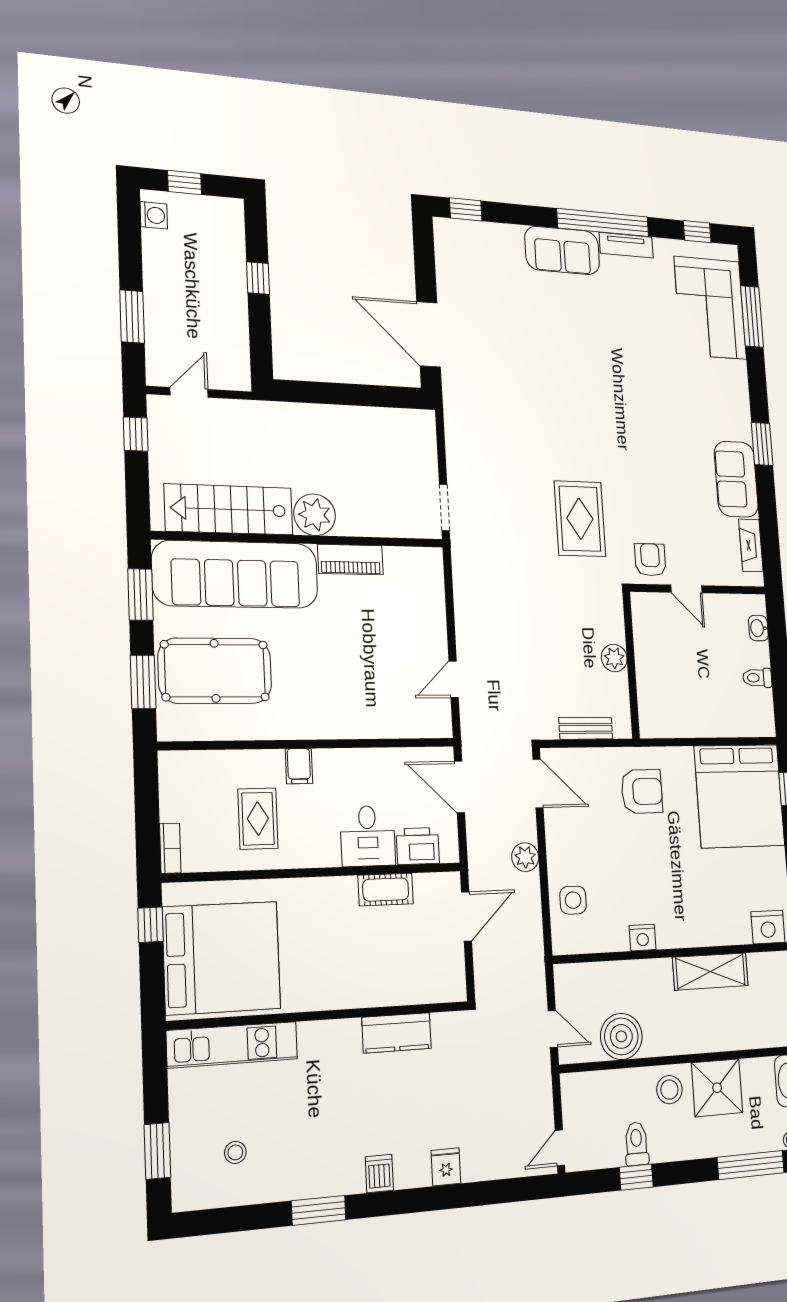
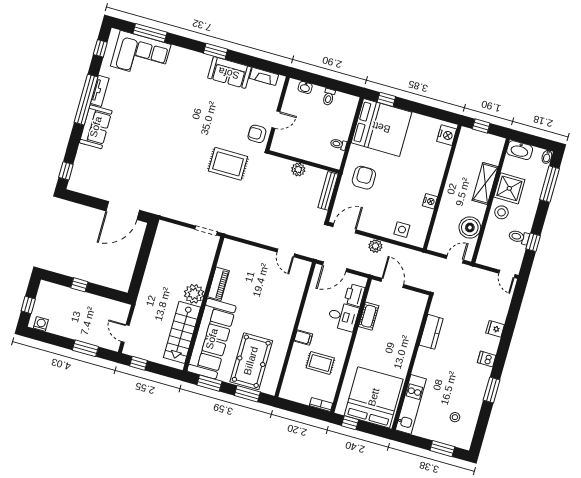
toilet: (684, 722) -> (339, 144), added
bench: (586, 728) -> (328, 191), width x1.36
shelving: (710, 971) -> (485, 184), moved

